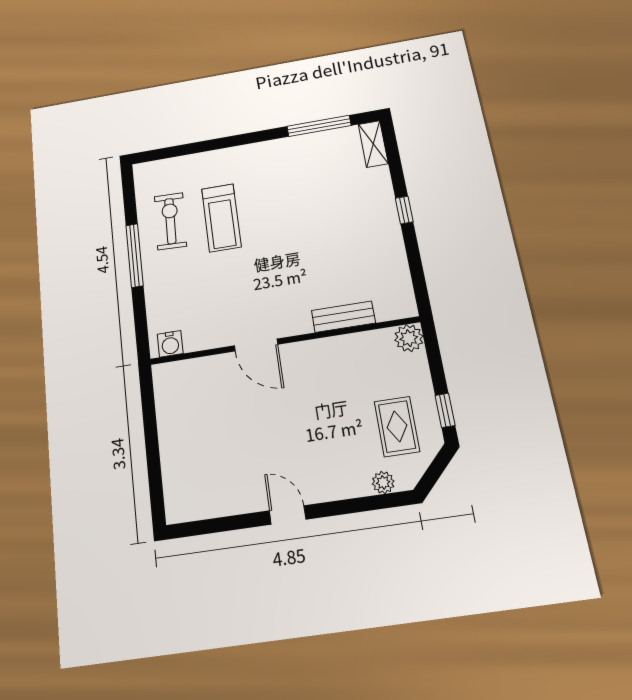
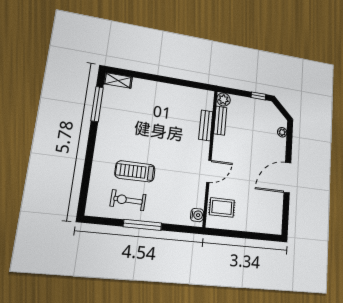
window: (404, 210) -> (160, 79), removed
treadmill: (221, 218) -> (135, 171), turned 180
bench: (363, 342) -> (220, 121), added
rug: (397, 426) -> (222, 207), moved
door: (288, 515) -> (287, 178), width x1.88

